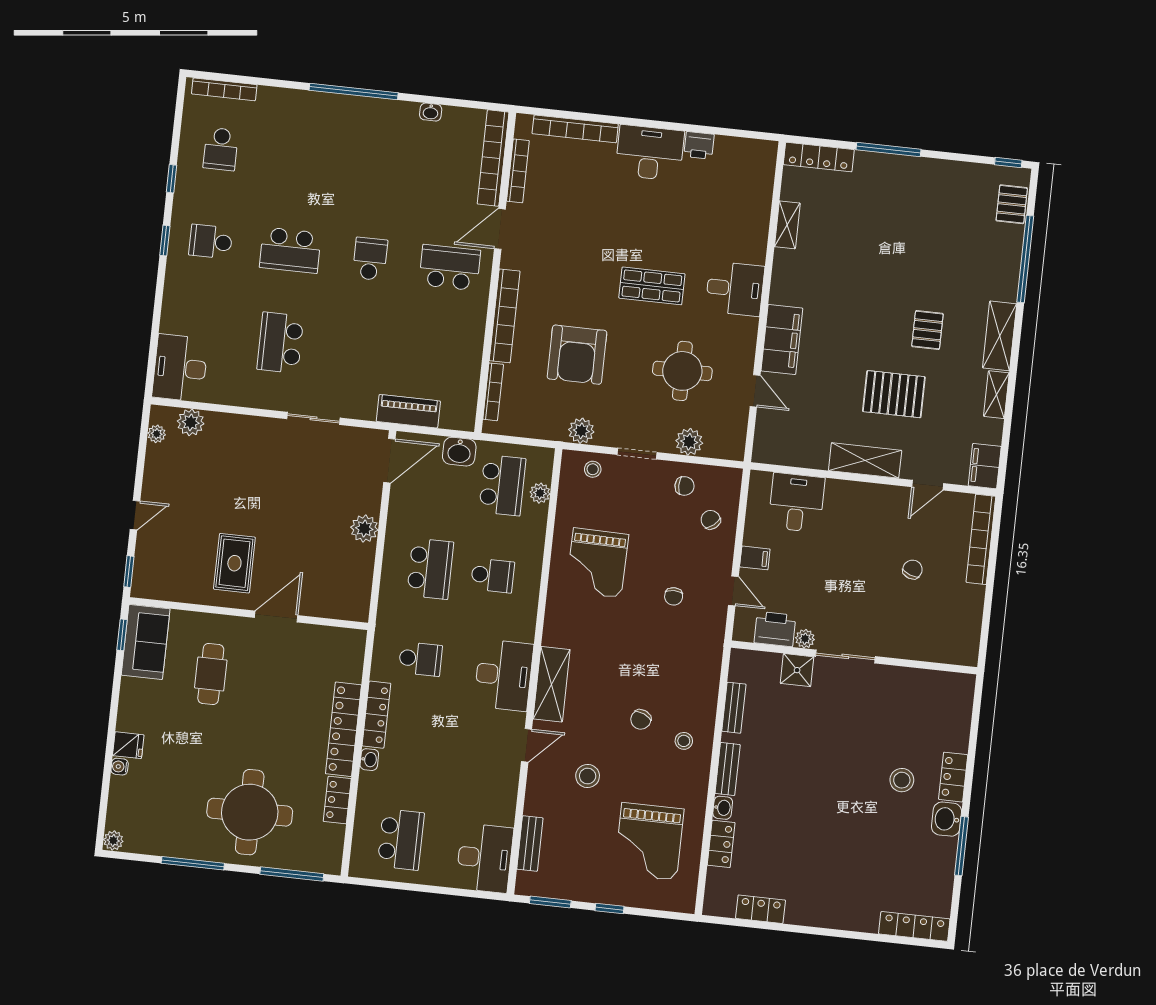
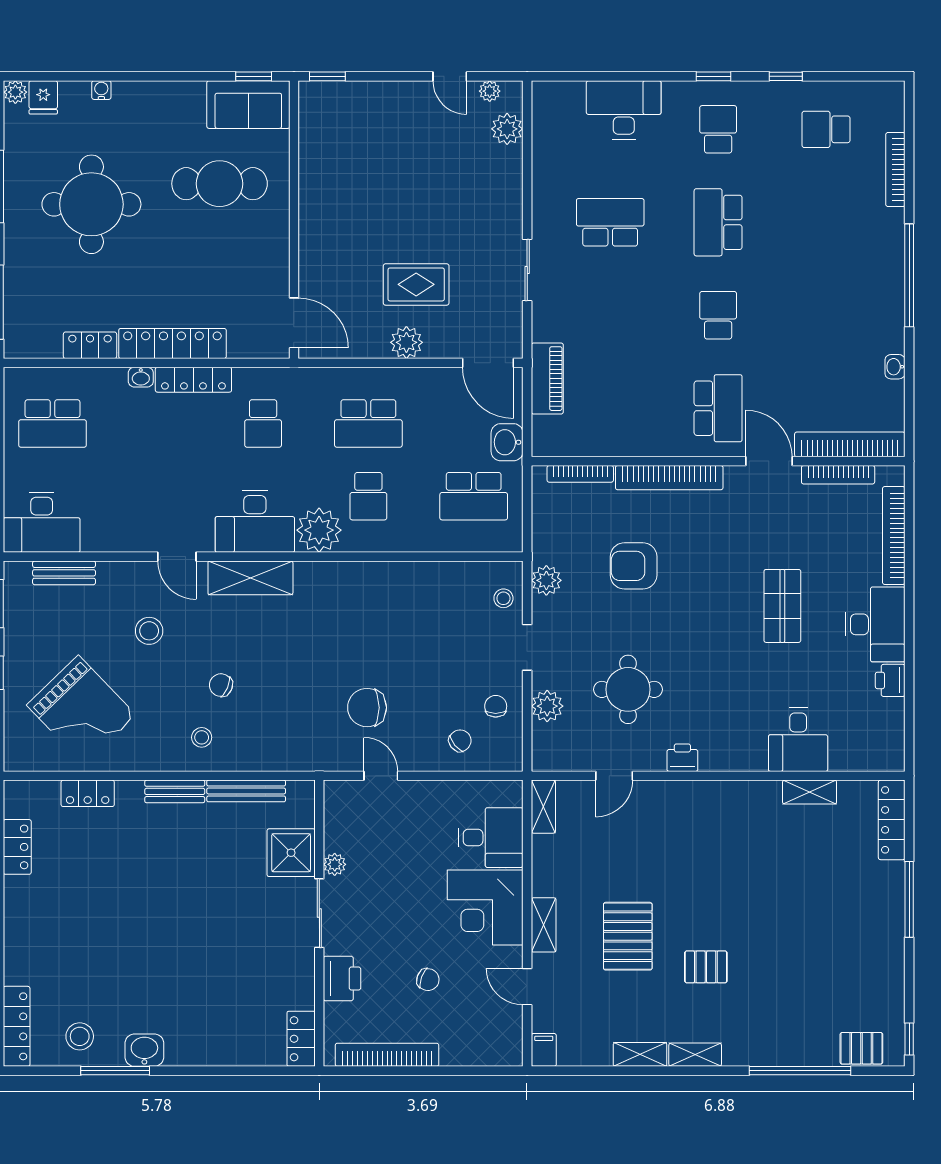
bookcase: (224, 89) -> (895, 169), moved
school desk: (370, 259) -> (718, 315), turned -90
shop shelf: (652, 286) -> (782, 606), moved
desk: (735, 289) -> (798, 740), moved
printer: (746, 331) -> (682, 758), added
shelving: (1000, 336) -> (695, 1055), width x0.67, depth x0.75
filing cabinet: (782, 340) -> (677, 800), removed
armchair: (577, 355) -> (634, 566), width x0.73, depth x0.73
desk: (180, 368) -> (624, 110), moved
shelving: (775, 454) -> (543, 807), added
shelving: (865, 460) -> (544, 925), width x0.67, depth x0.75
filing cabinet: (985, 466) -> (544, 1050), width x0.50
chair: (685, 486) -> (496, 706), turned 180
plant: (540, 493) -> (319, 530), moved, width x1.88, depth x1.88
corner desk: (856, 514) -> (485, 908), added
door: (135, 515) -> (450, 76), moved
bookcase: (981, 539) -> (387, 1055), moved
filing cabinet: (755, 558) -> (421, 796), removed
rug: (234, 563) -> (416, 284), moved
grand piano: (597, 563) -> (396, 615), removed
door: (733, 591) -> (381, 776), swing flipped
chair: (674, 596) -> (367, 708), width x1.87, depth x1.87
door: (276, 617) -> (294, 323), moved
printer: (775, 629) -> (342, 979), moved
shower: (797, 670) -> (291, 853), width x1.36, depth x1.36
cafe table: (211, 674) -> (220, 184), width x1.37, depth x1.35
bench: (734, 708) -> (246, 791), width x1.36
fridge: (128, 745) -> (43, 97), moved
locker: (953, 777) -> (301, 1039), moved, turned -90
stool: (902, 780) -> (80, 1036), moved
washbasin: (723, 808) -> (129, 791), removed
round table: (250, 812) -> (91, 204), moved
grand piano: (649, 842) -> (81, 710), turned -134

